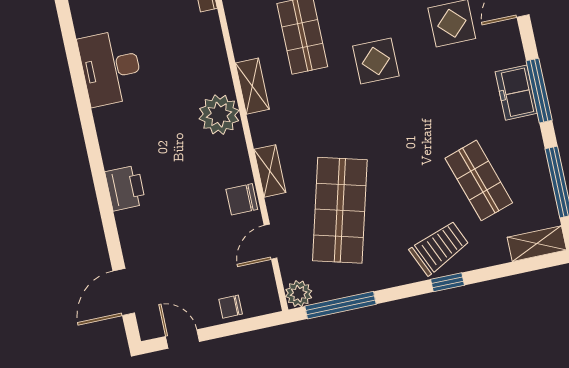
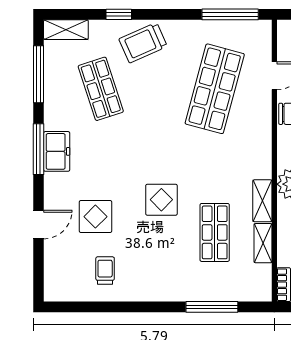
shelving: (270, 171) -> (263, 243), moved
window: (447, 282) -> (119, 14), moved
plant: (299, 294) -> (261, 30), removed

